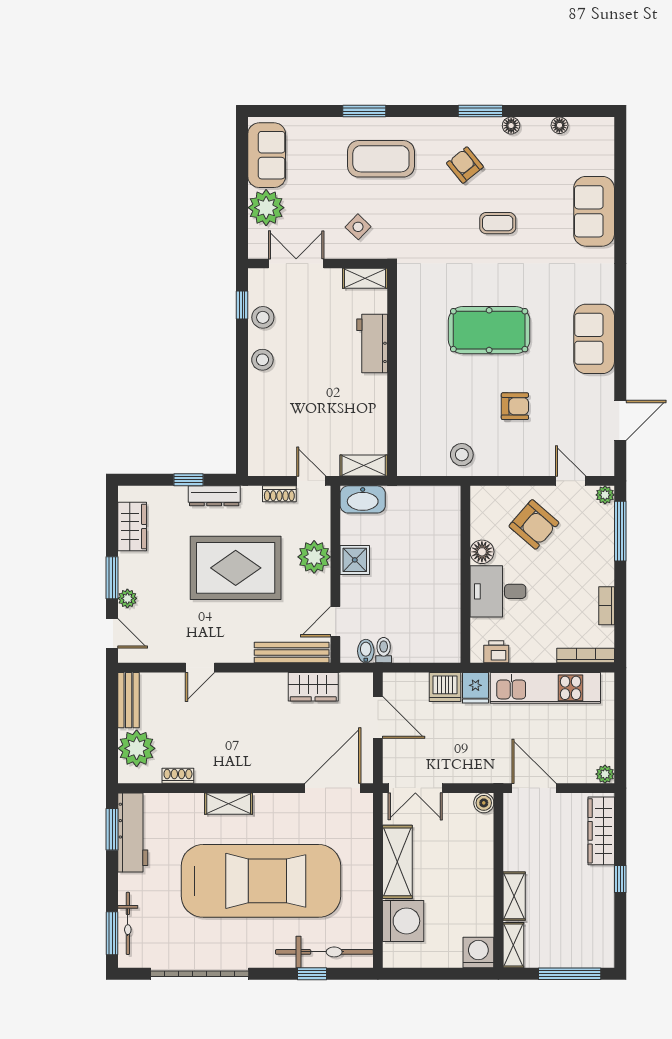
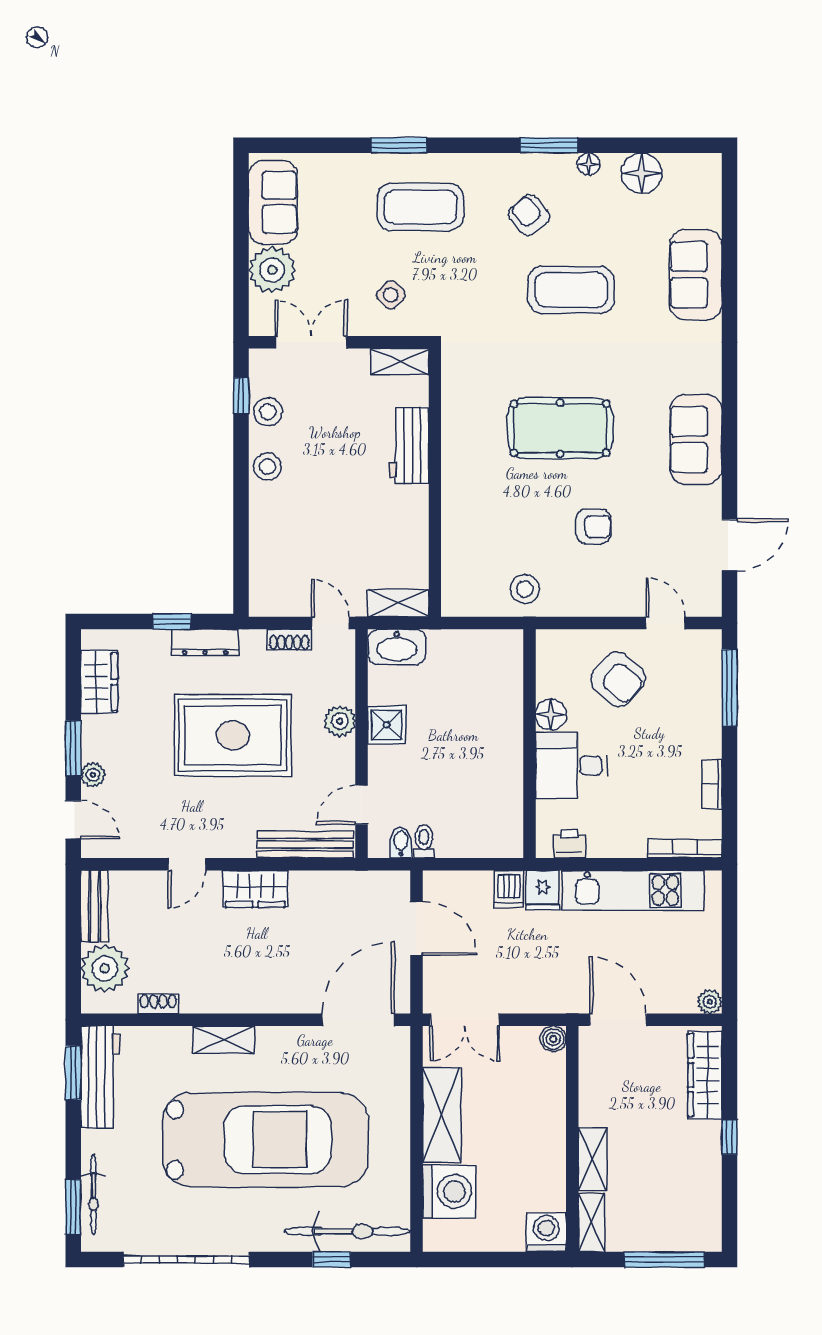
floor lamp: (559, 125) -> (641, 173), width x1.89, depth x1.89
coffee table: (498, 223) -> (571, 290), width x1.86, depth x1.72
plant: (605, 495) -> (710, 641), removed
plant: (314, 557) -> (340, 721), width x0.73, depth x0.73
wardrobe: (313, 687) -> (255, 889), moved
dishwasher: (445, 687) -> (509, 889), width x0.73

